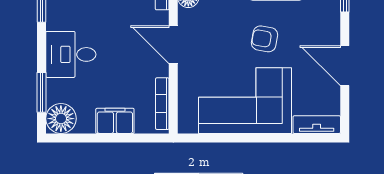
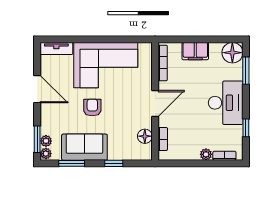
armchair: (264, 39) -> (92, 108), turned -100
door: (173, 45) -> (155, 104), hinge flipped
desk: (71, 54) -> (226, 103), width x1.37

